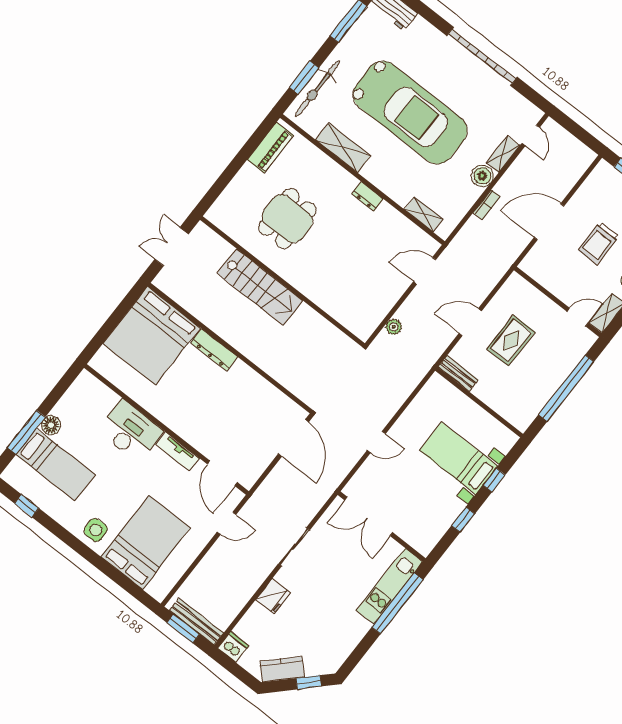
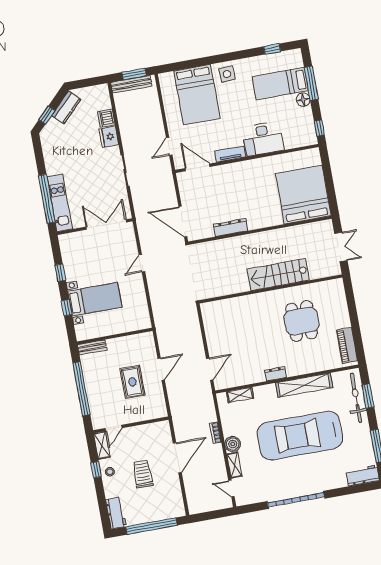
shelving: (343, 148) -> (304, 385), width x1.47
plant: (394, 327) -> (195, 326), removed
dresser: (214, 350) -> (231, 228), moved
bench: (458, 373) -> (92, 347), moved
window: (66, 381) -> (319, 128), added
dishwasher: (233, 647) -> (106, 118), moved, turned 90

